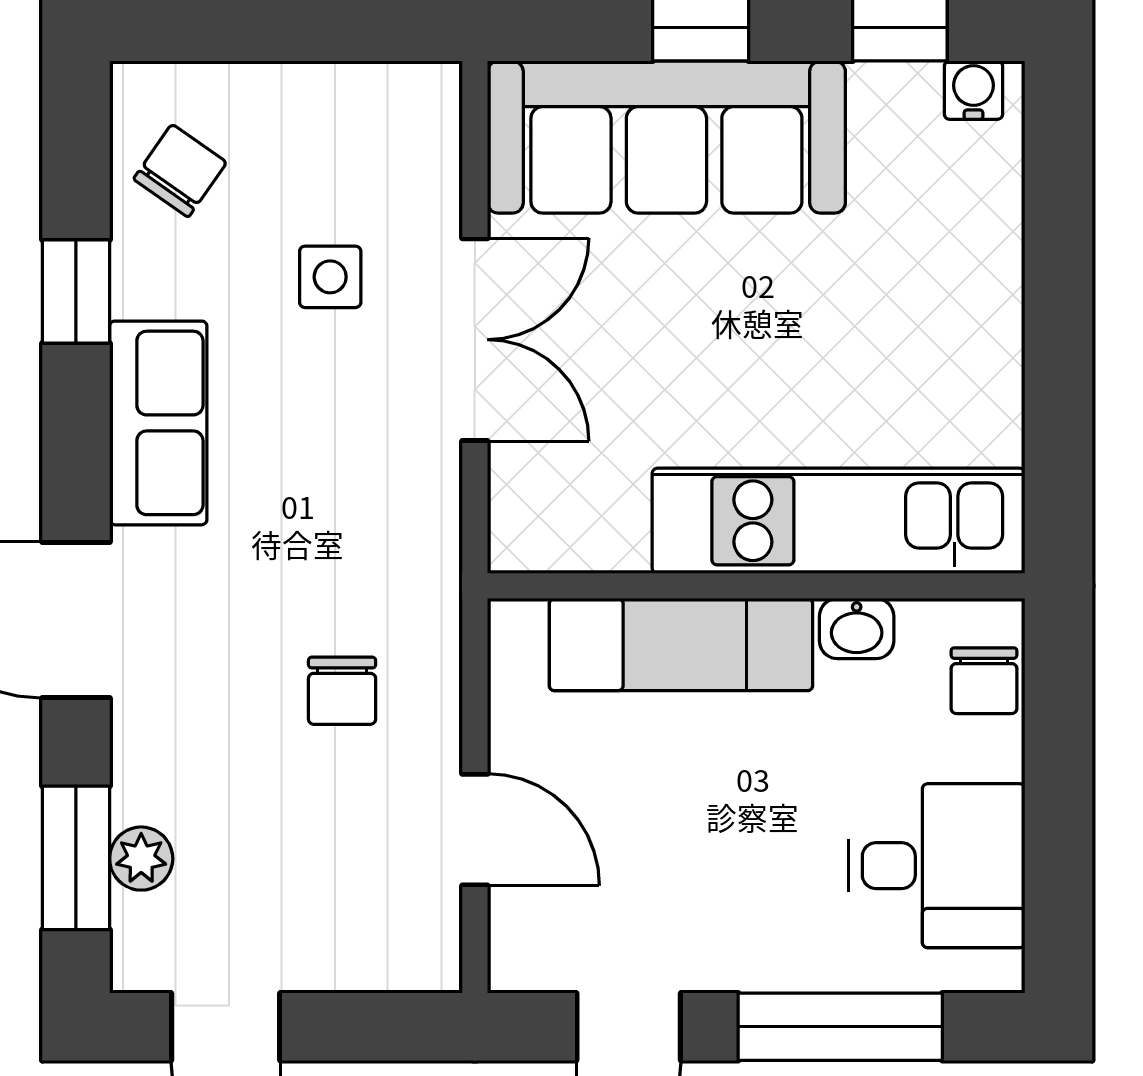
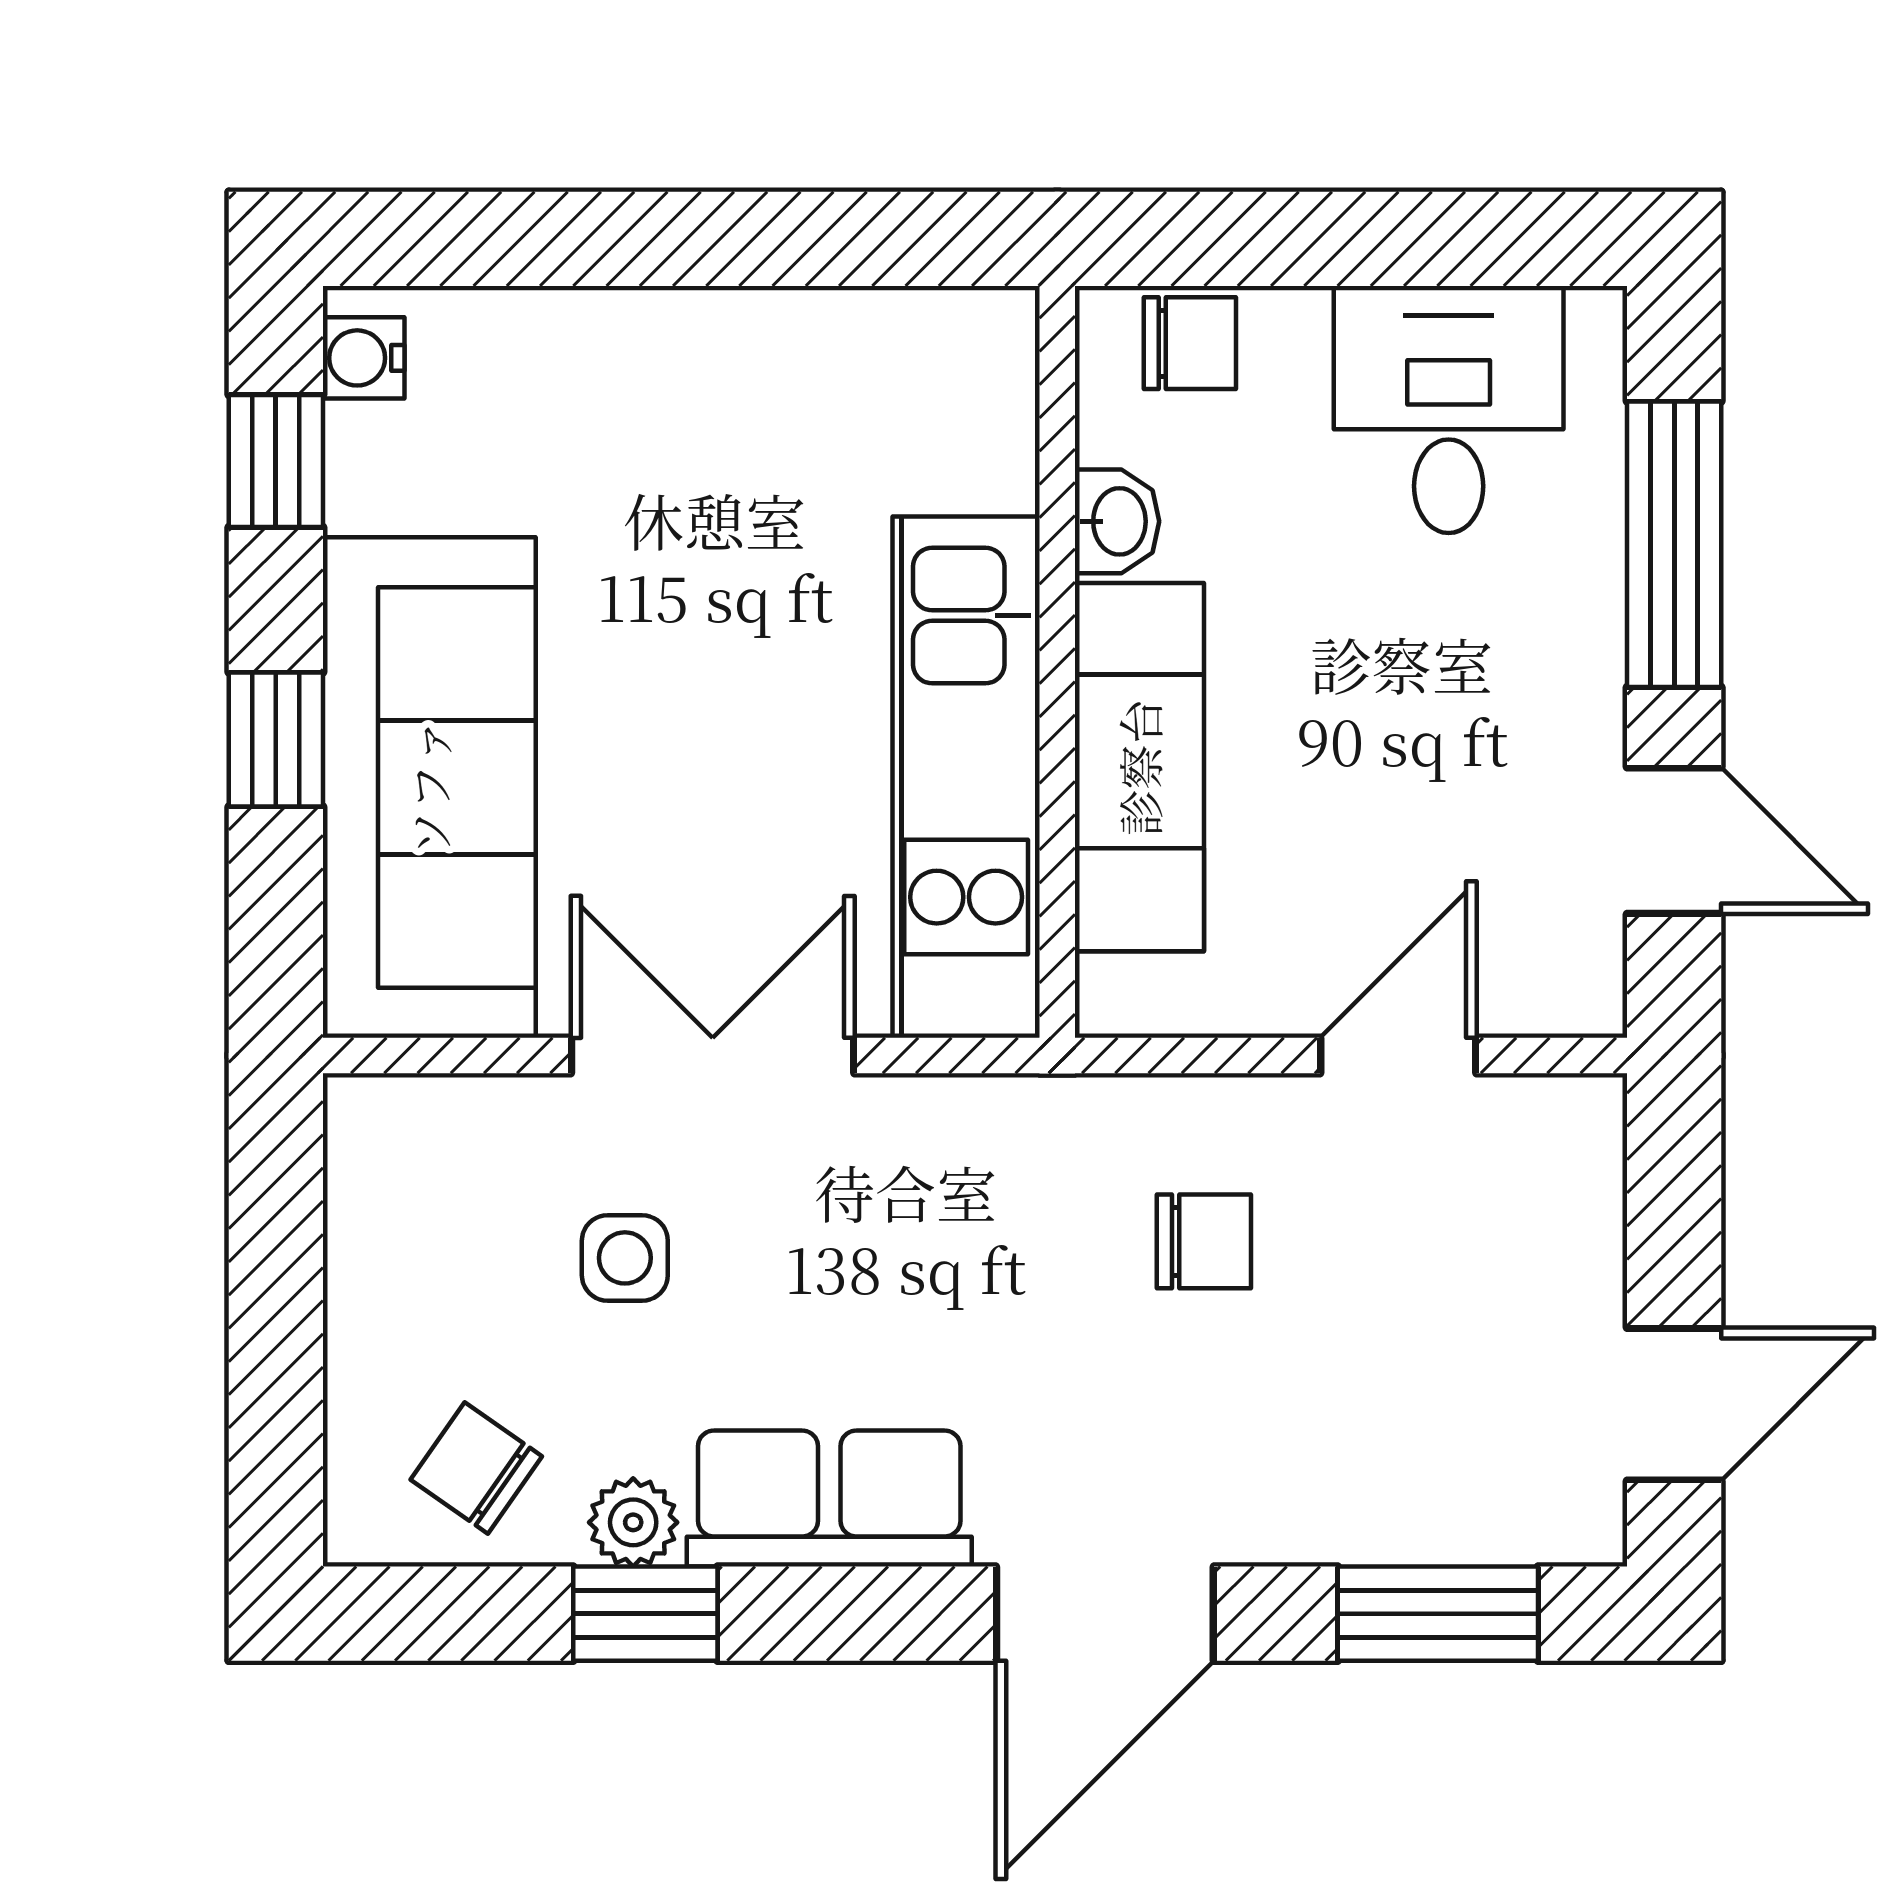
kitchen unit: (839, 521) -> (966, 777), moved
plant: (141, 859) -> (633, 1522), moved

